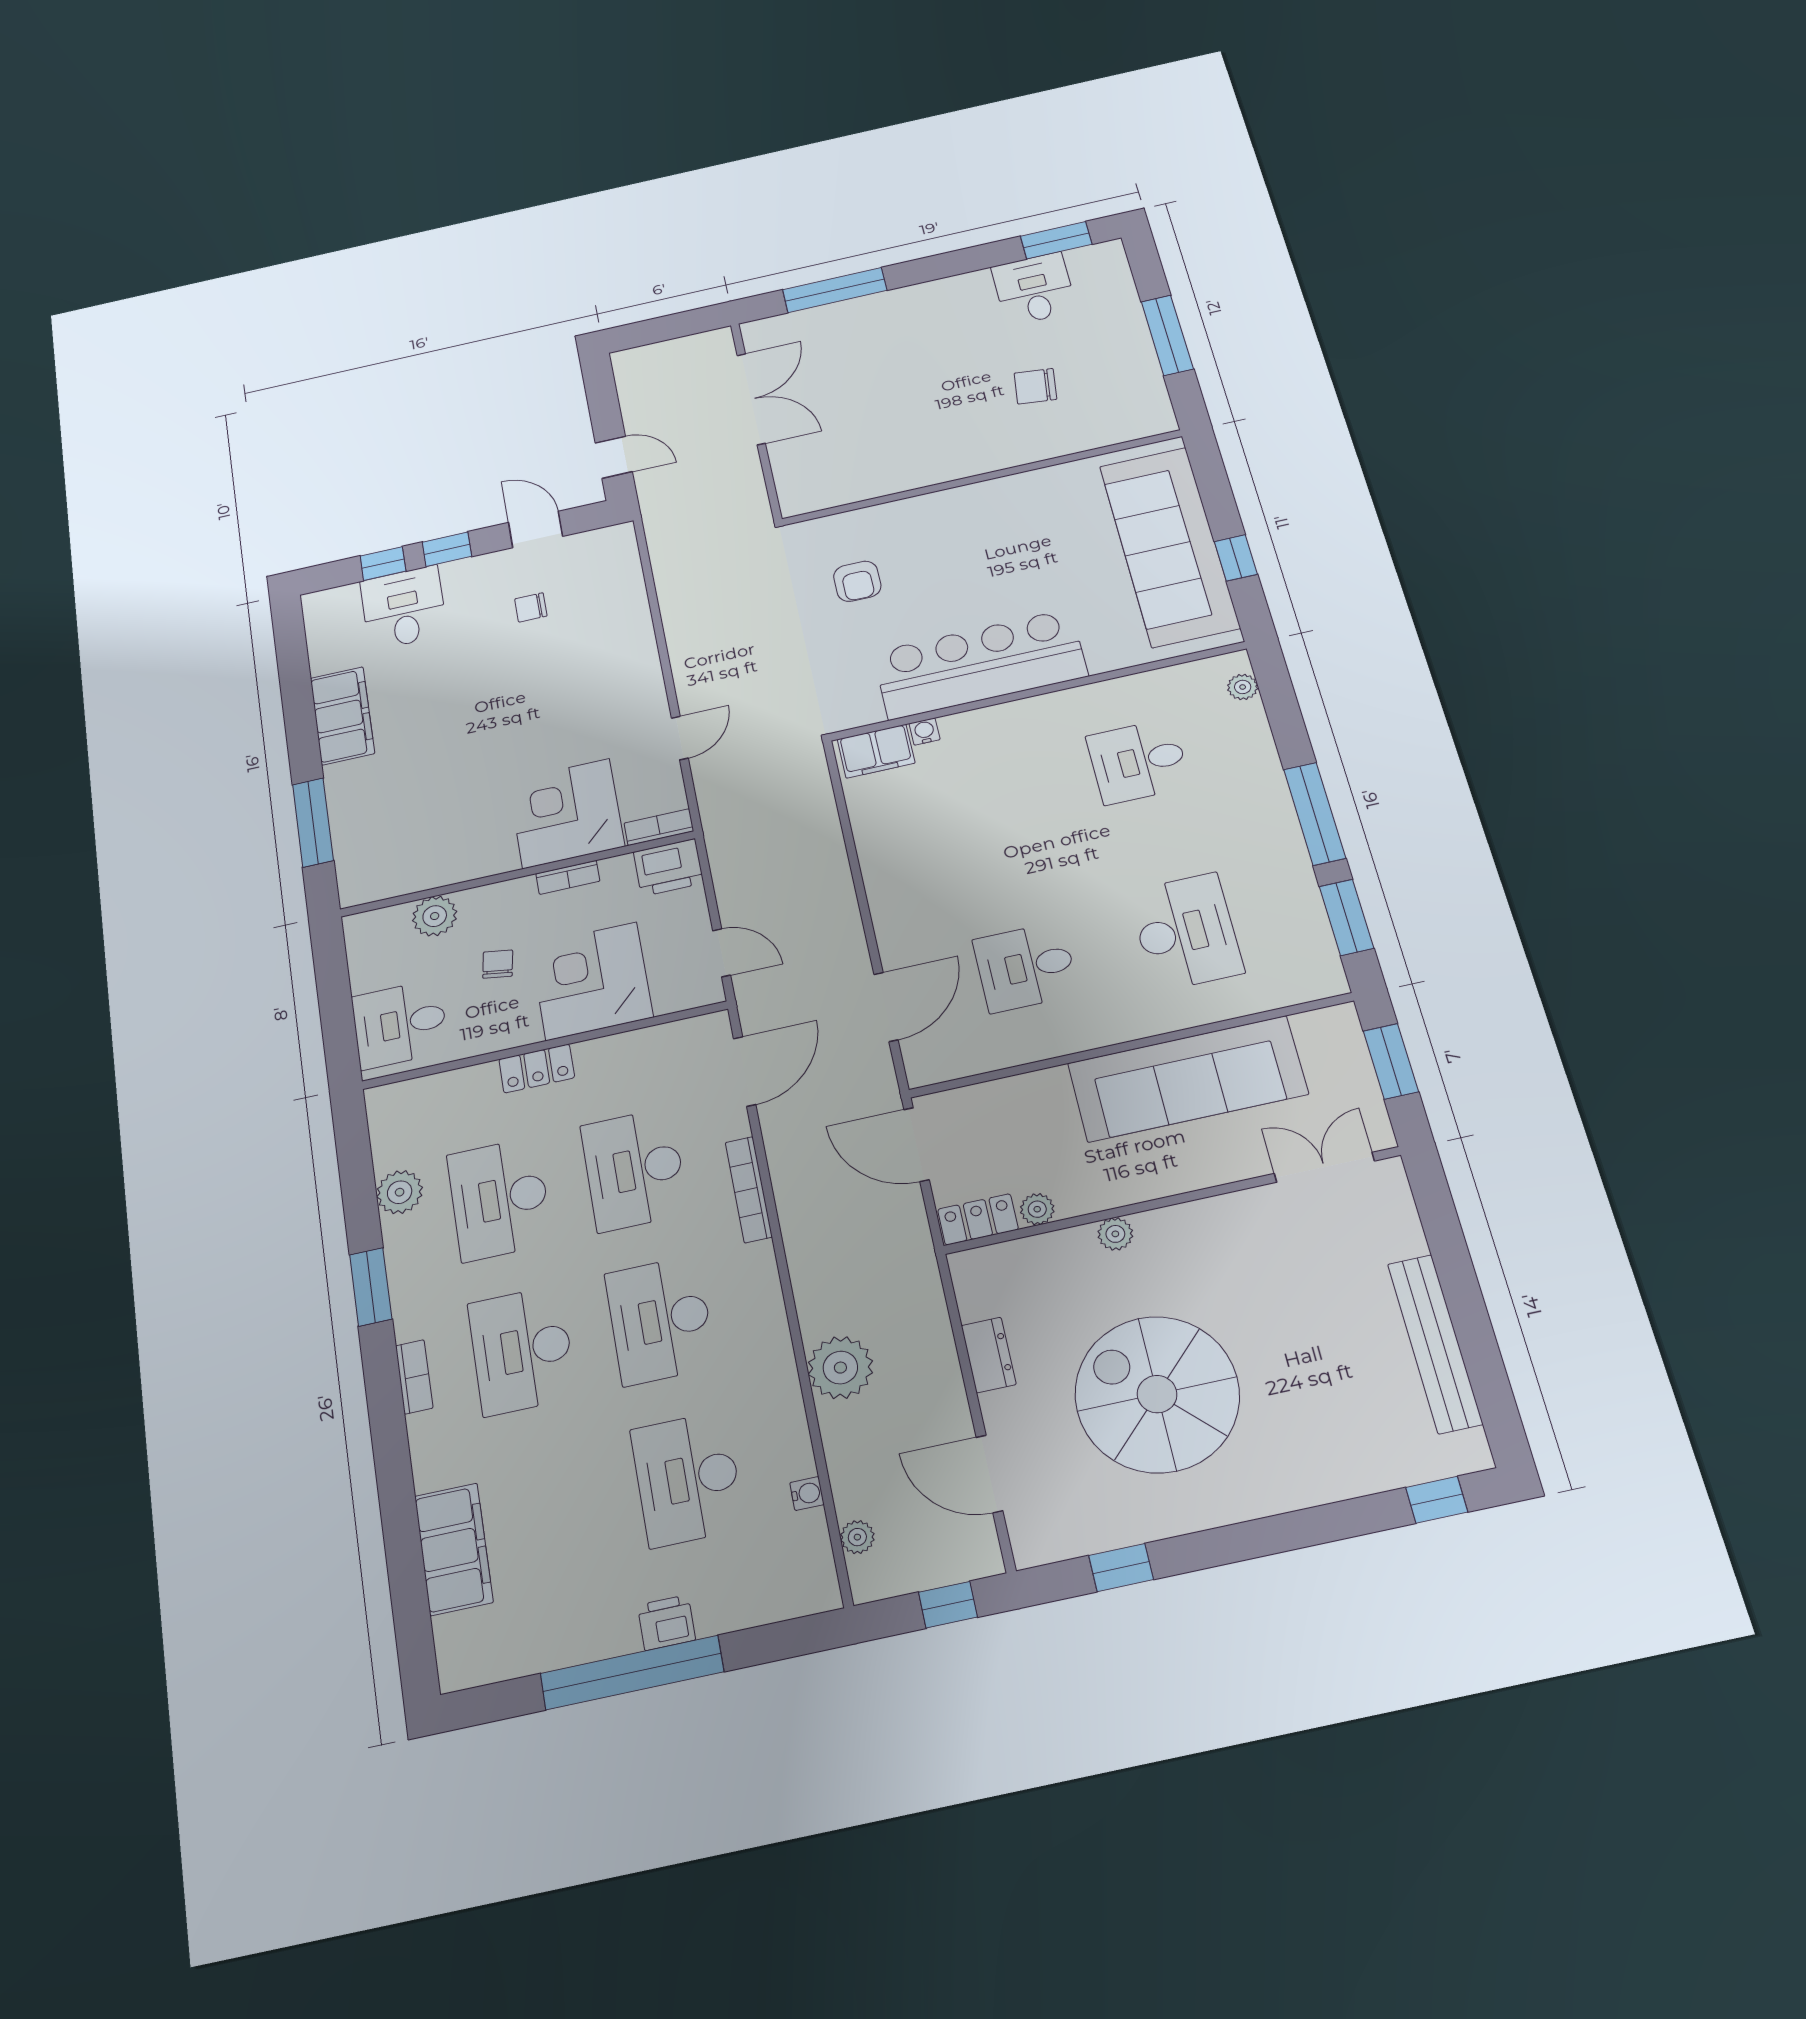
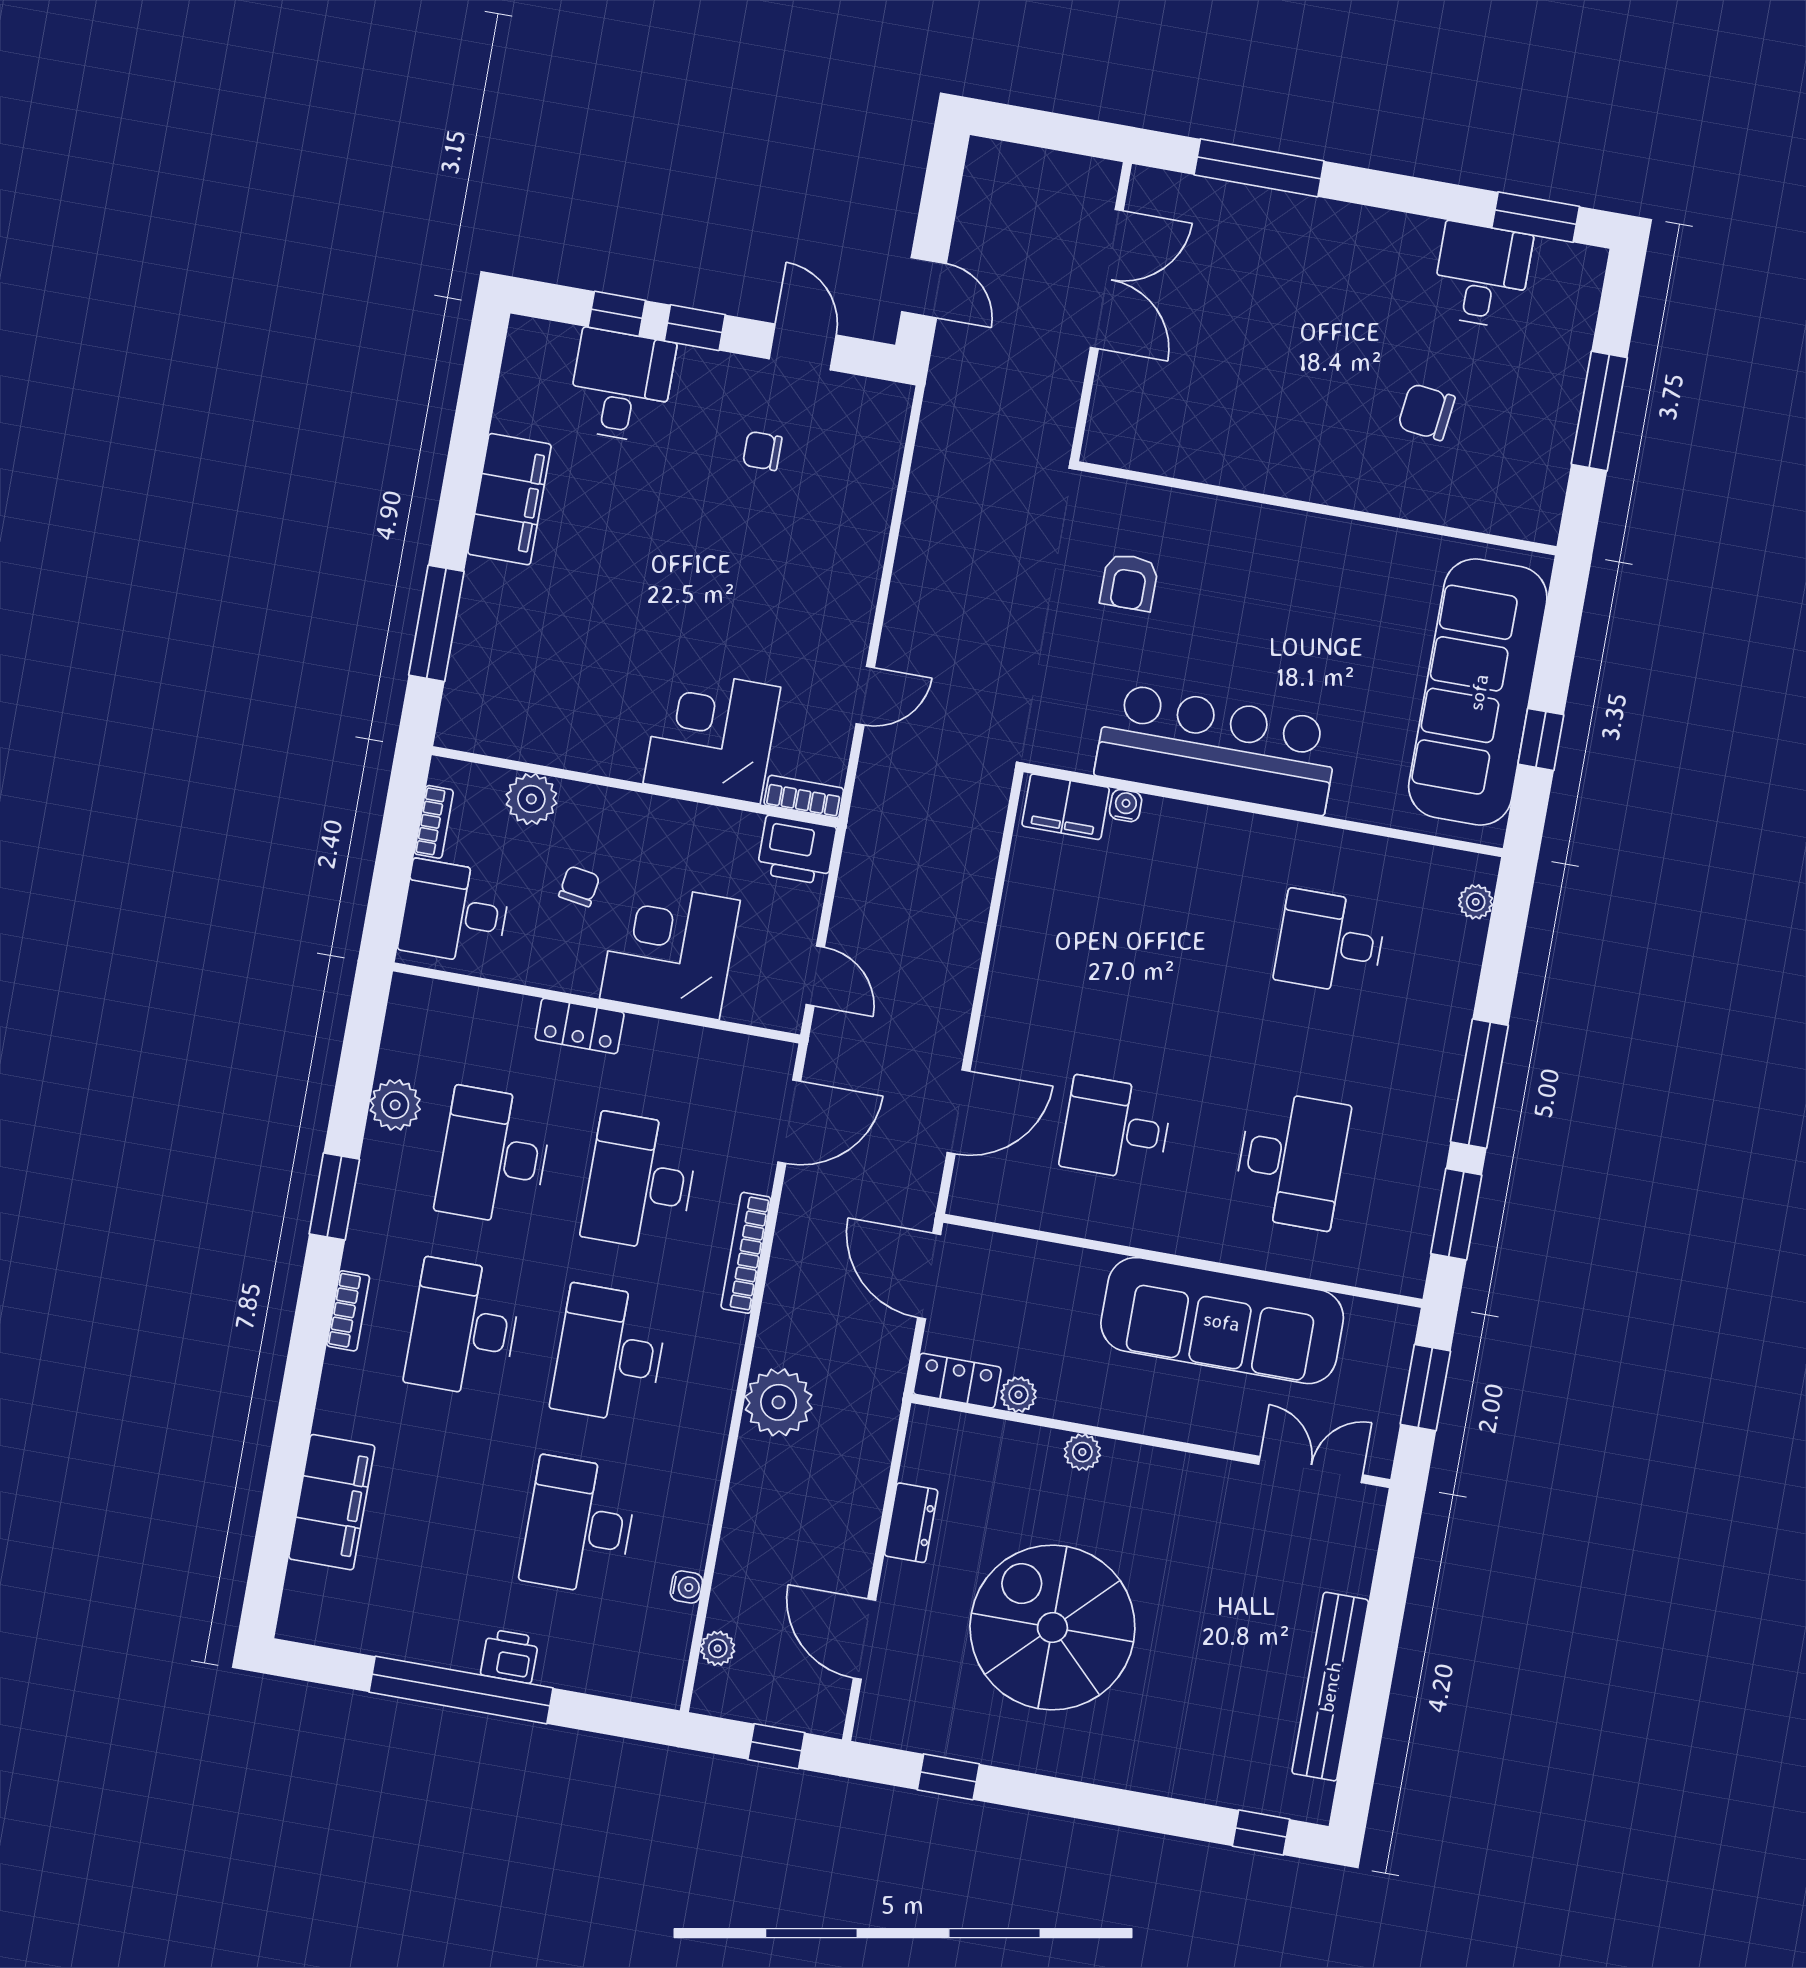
bookcase: (568, 877) -> (434, 822), moved, turned -90
plant: (840, 1368) -> (779, 1402), moved

